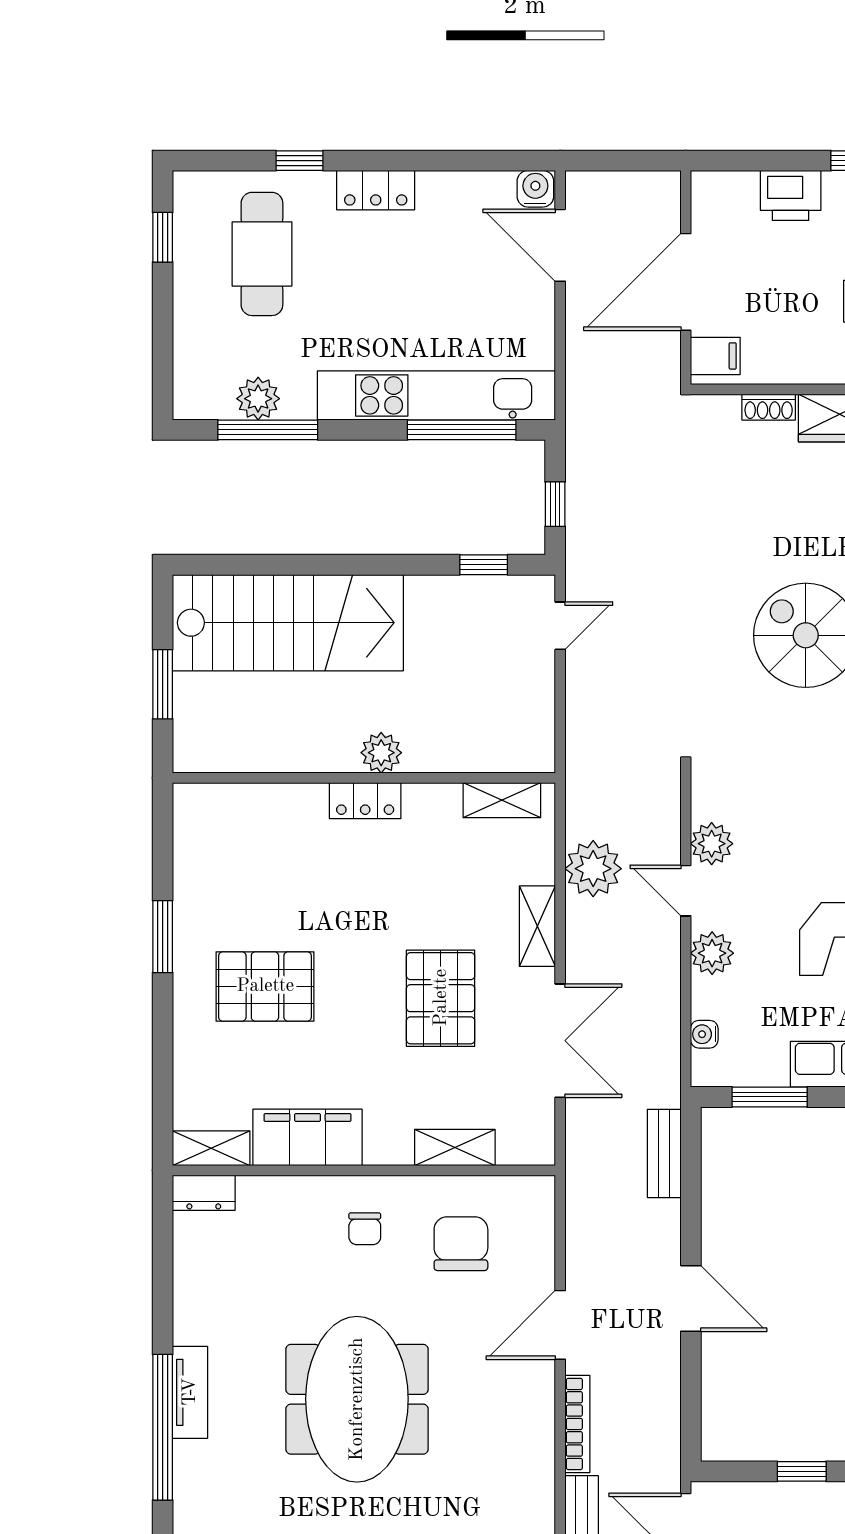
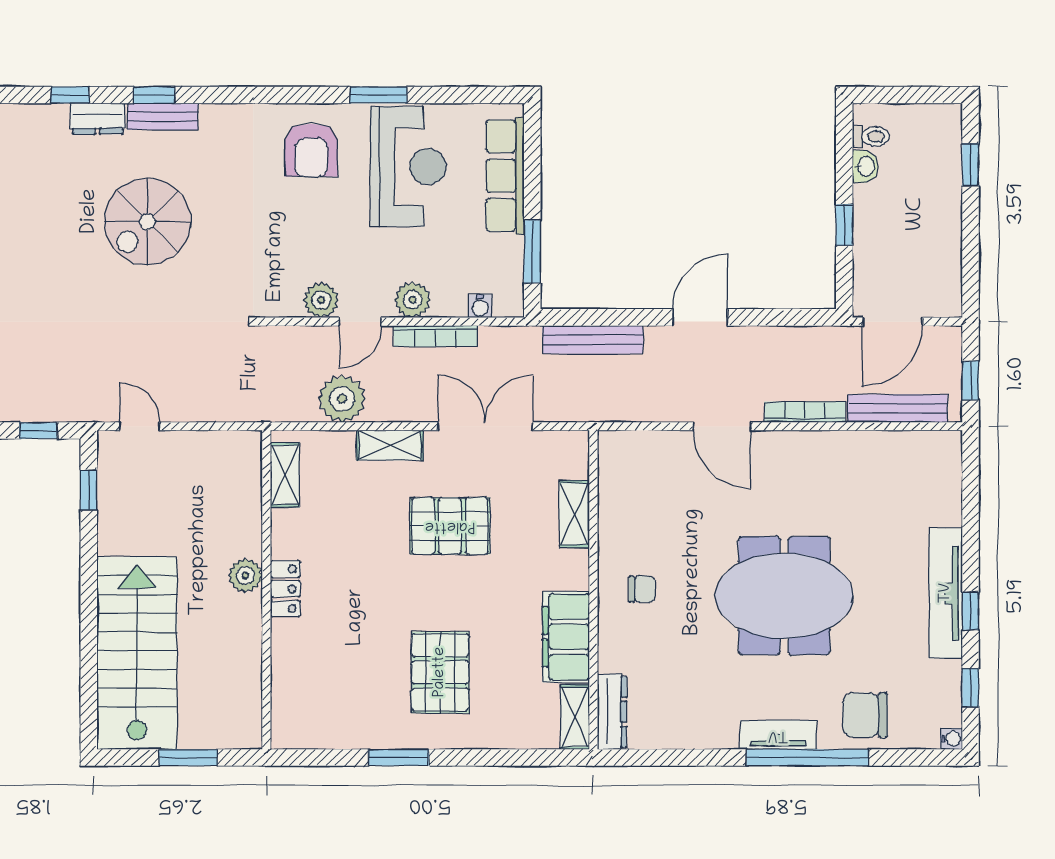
bookcase: (668, 981) -> (435, 336), added
bench: (664, 1153) -> (593, 340), width x1.36
dresser: (204, 1193) -> (612, 712), width x1.44
chair: (461, 1244) -> (865, 715), moved

